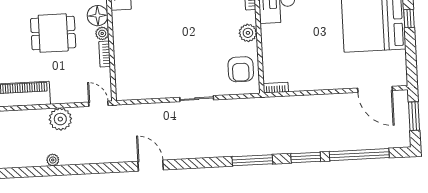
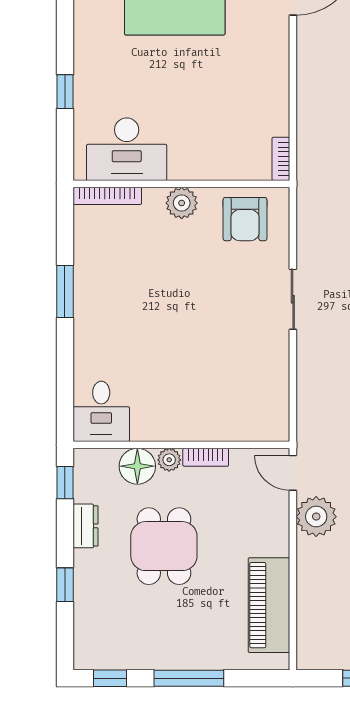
armchair: (241, 69) -> (245, 219), turned 90
door: (98, 104) -> (293, 473), hinge flipped
plant: (60, 119) -> (316, 517), moved

